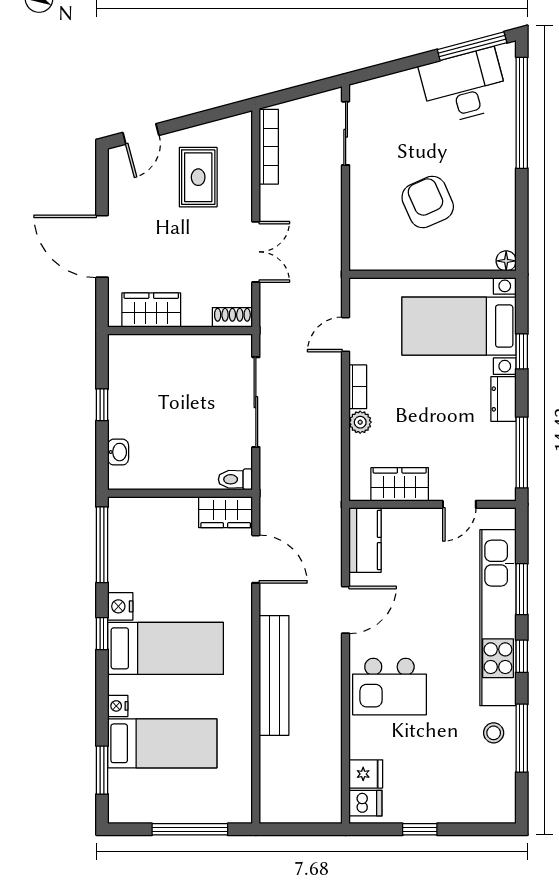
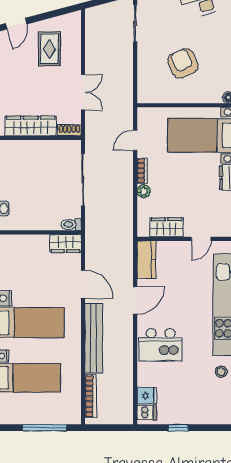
bookcase: (269, 147) -> (90, 396), moved
wardrobe: (151, 310) -> (31, 126), width x1.50
door: (256, 559) -> (83, 284), moved

